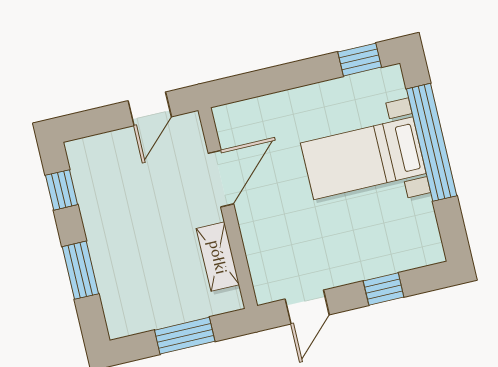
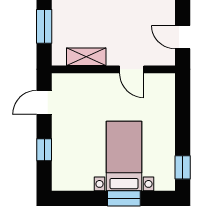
window: (432, 142) -> (124, 198), width x0.47
door: (221, 179) -> (132, 69), width x0.73
door: (307, 307) -> (44, 102), hinge flipped

